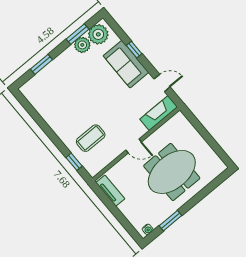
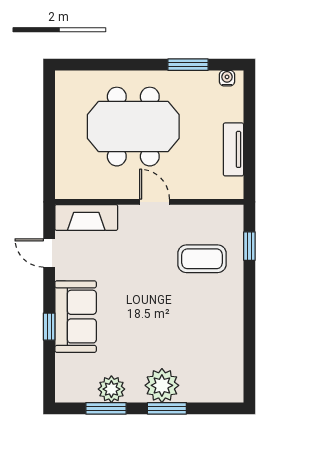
plant: (98, 34) -> (162, 385), moved
window: (41, 64) -> (167, 408), moved
tv unit: (110, 191) -> (233, 149), moved

